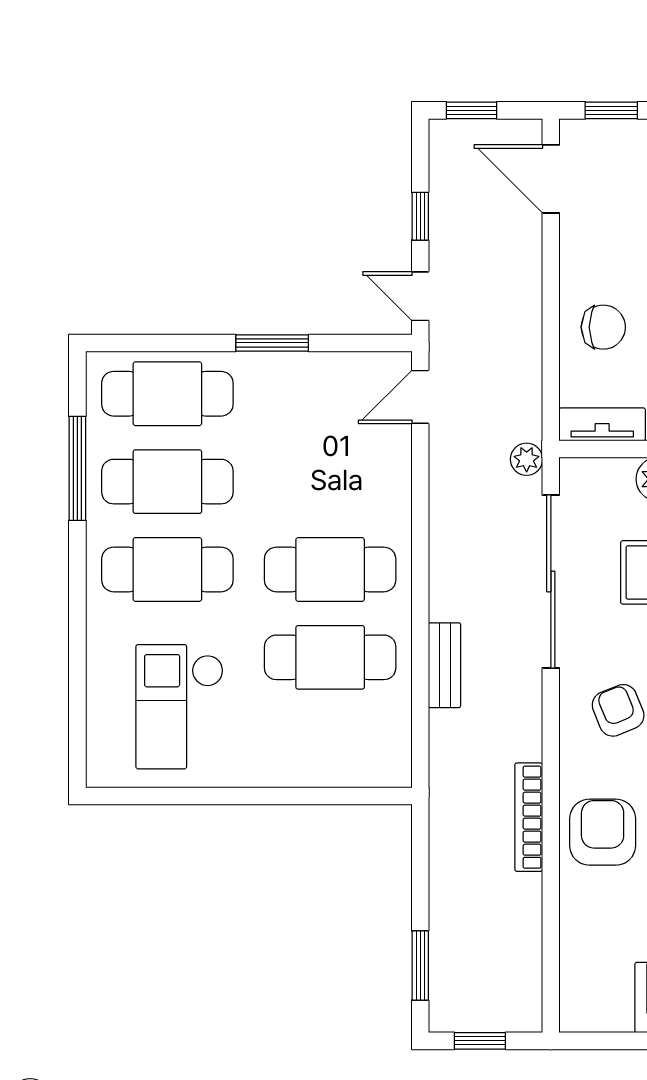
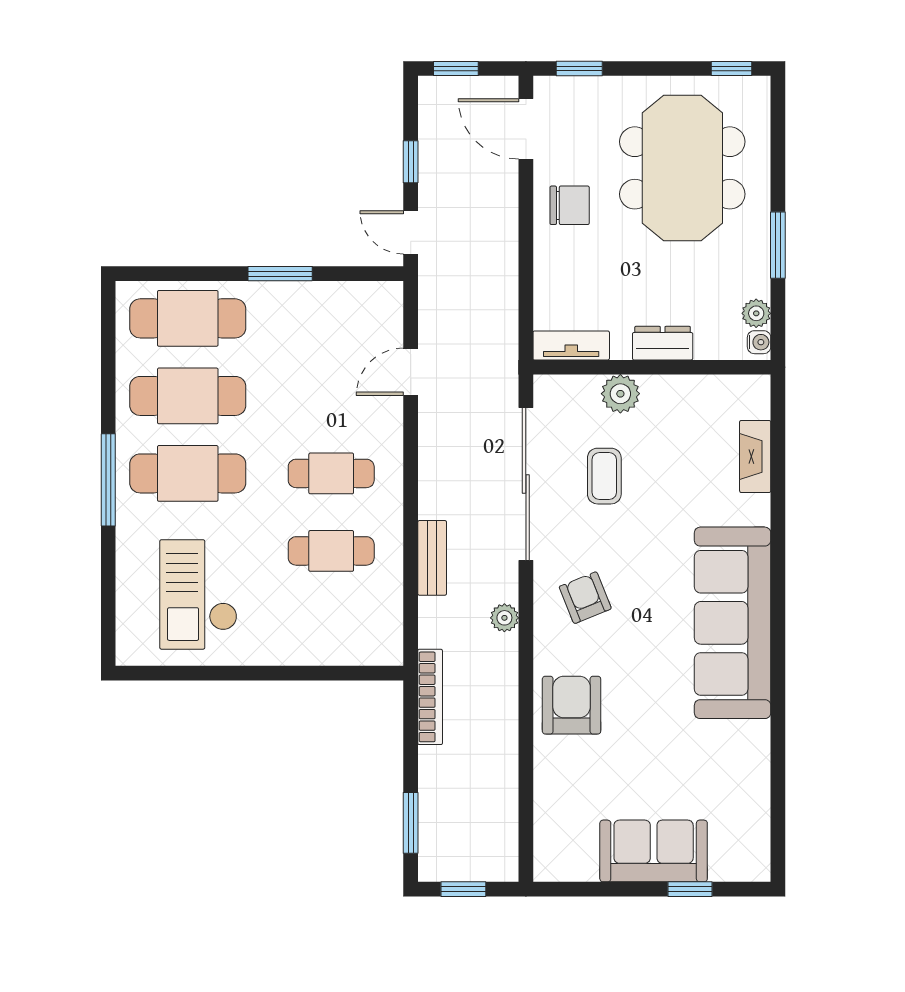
chair: (603, 327) -> (570, 205), moved
door: (420, 397) -> (411, 372), moved
plant: (527, 459) -> (504, 618), moved
window: (77, 468) -> (108, 480), moved
cafe table: (330, 569) -> (331, 473), width x0.73, depth x0.74
cafe table: (330, 657) -> (331, 551), width x0.73, depth x0.74
bookcase: (529, 817) -> (430, 697), moved, turned 180

